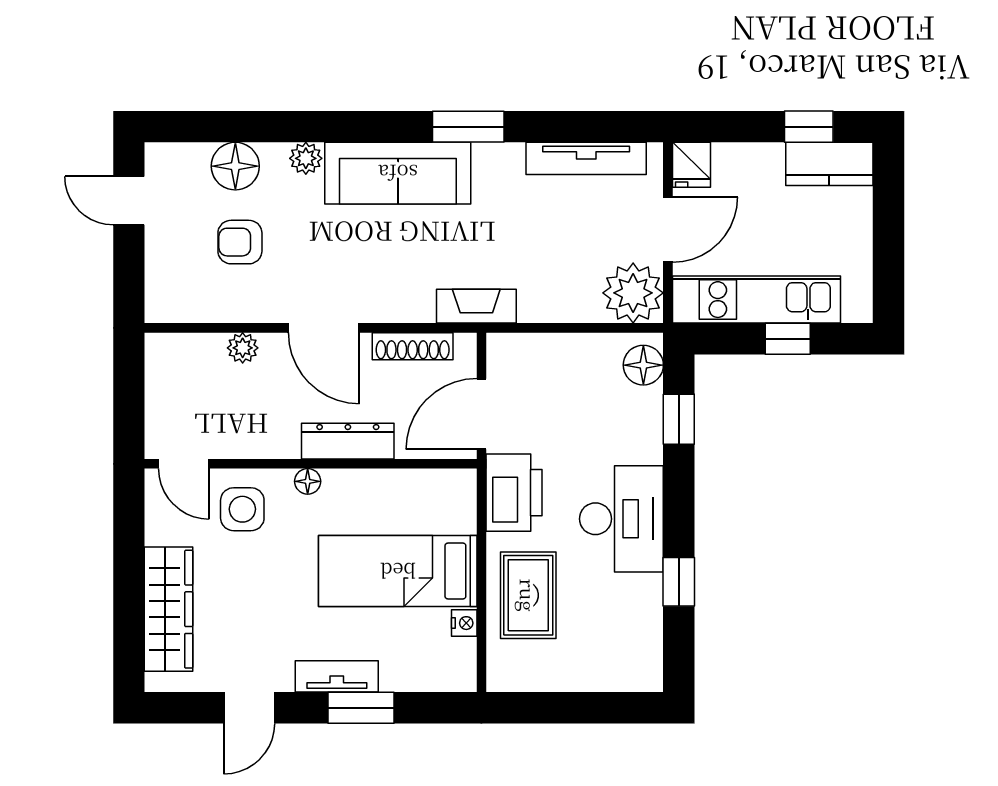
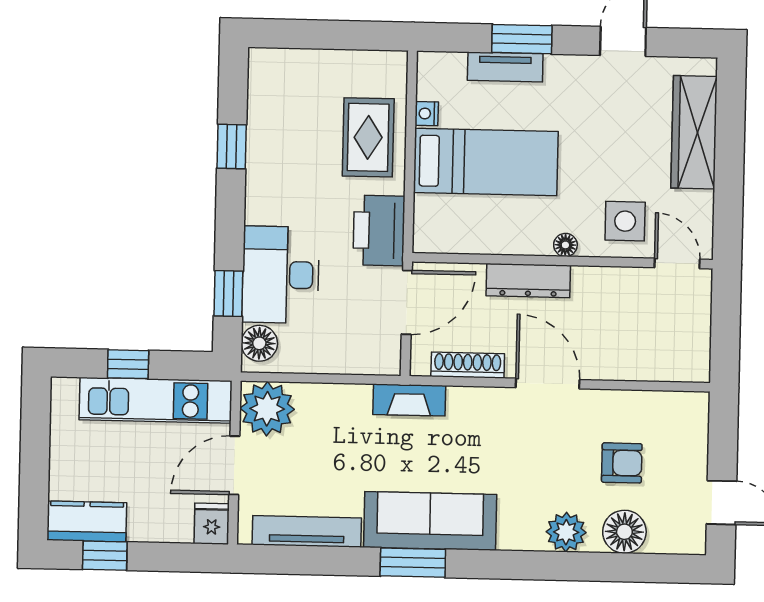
plant: (306, 158) -> (566, 532), width x1.38, depth x1.38
sofa: (398, 173) -> (430, 521), moved
plant: (243, 348) -> (621, 367), removed
desk: (621, 519) -> (281, 275), moved
tv unit: (337, 676) -> (505, 67), moved

